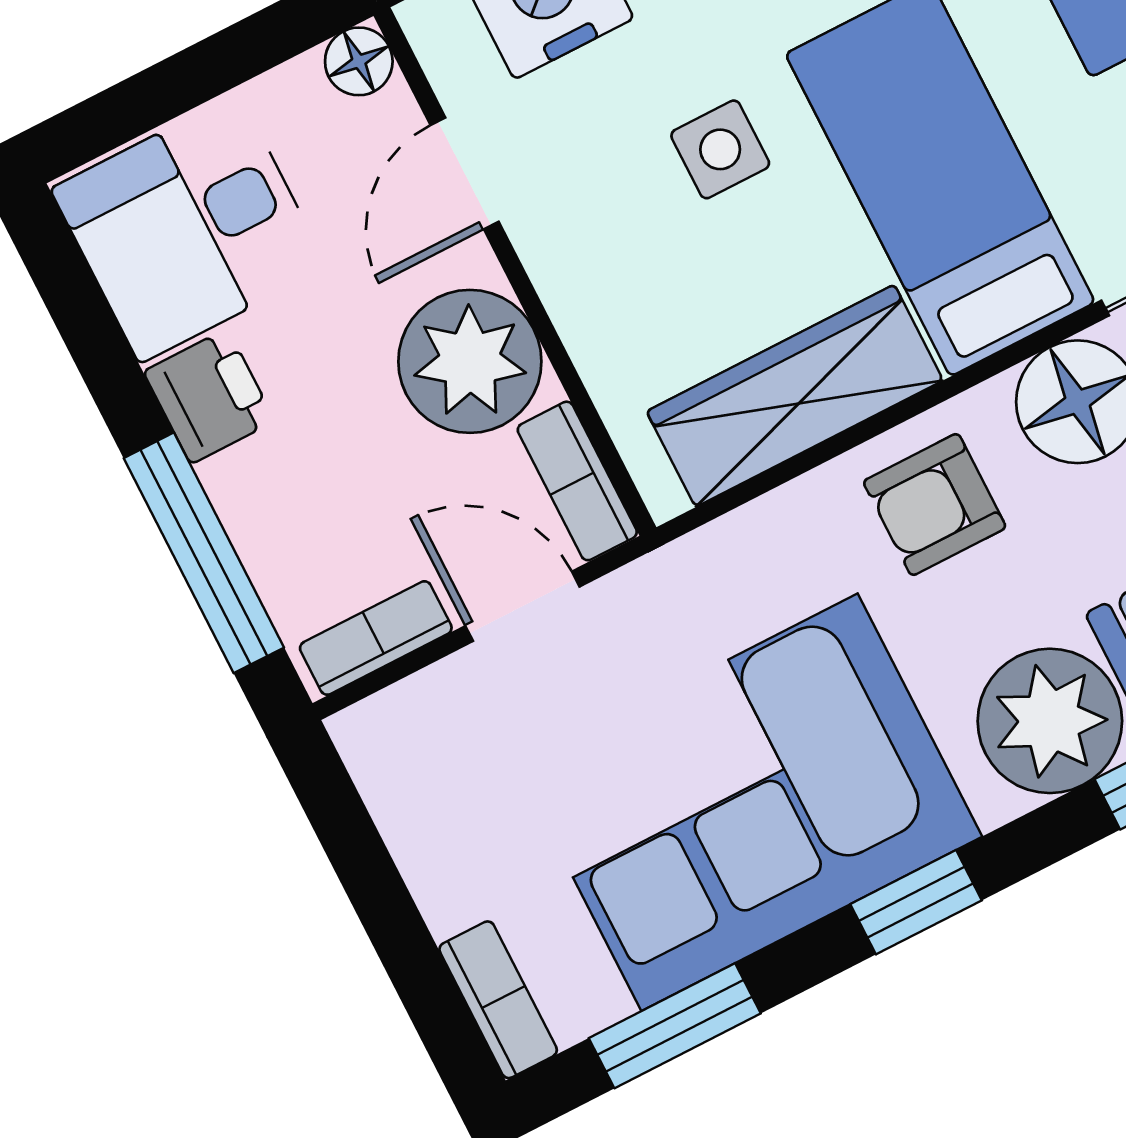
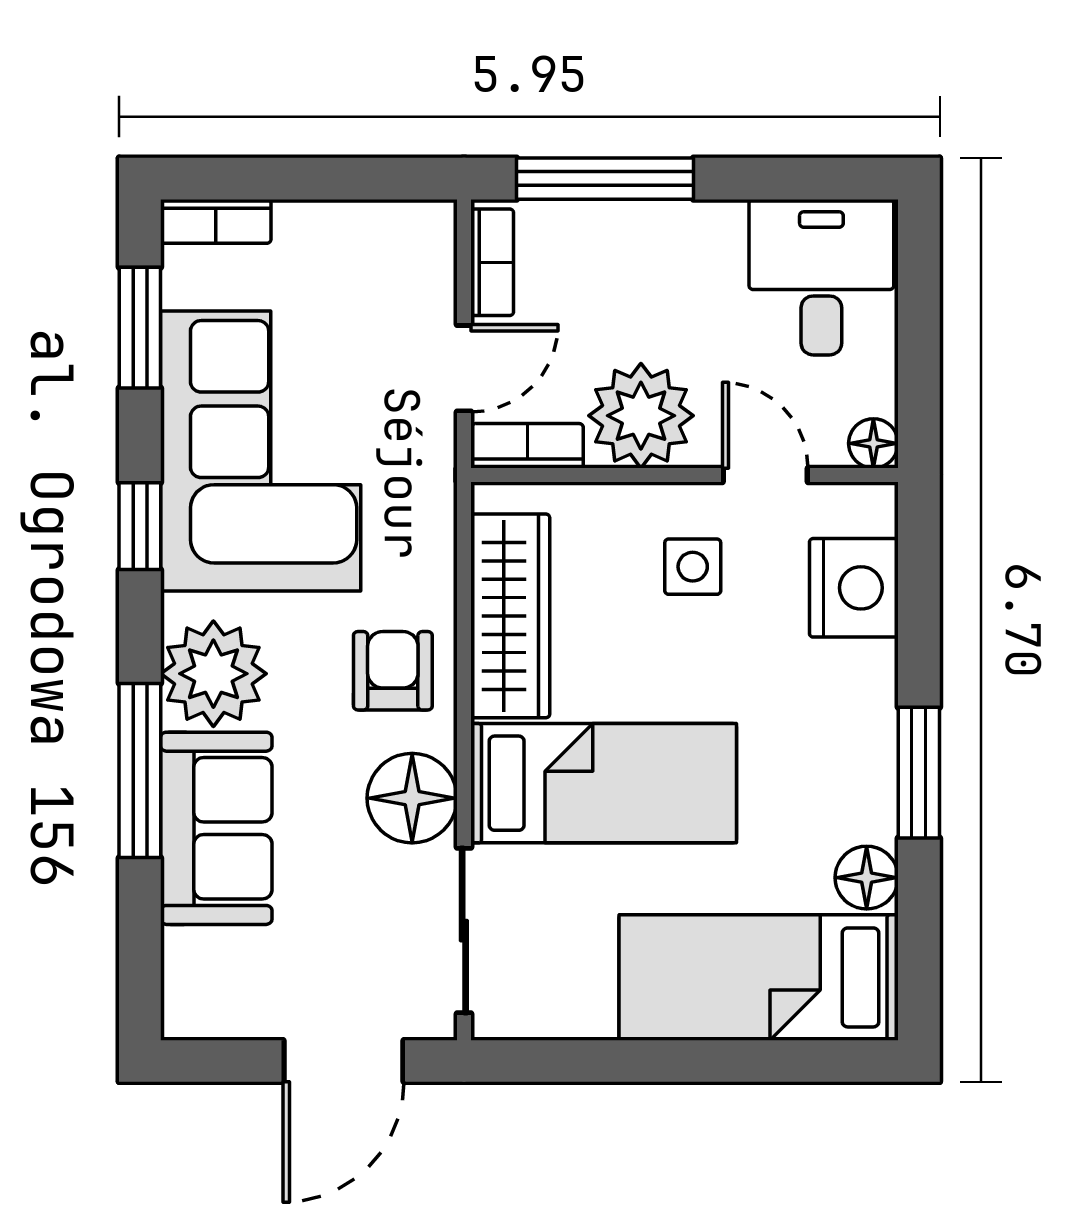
side table: (720, 149) -> (693, 567), moved
printer: (209, 396) -> (705, 234), removed

